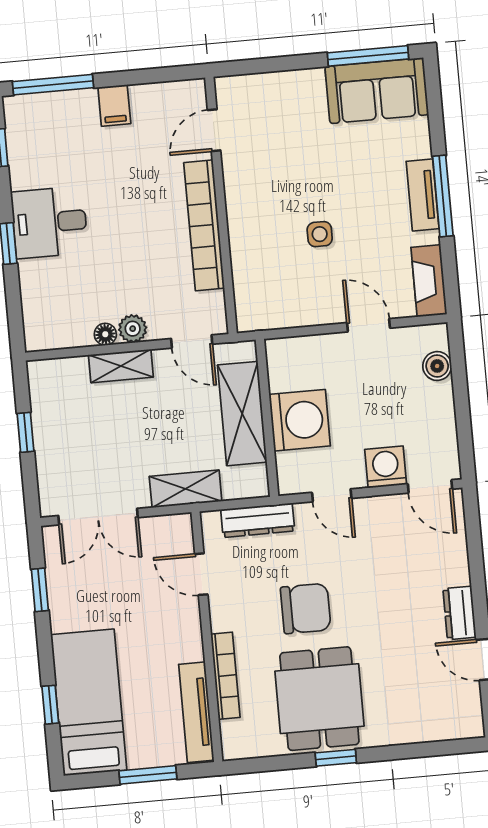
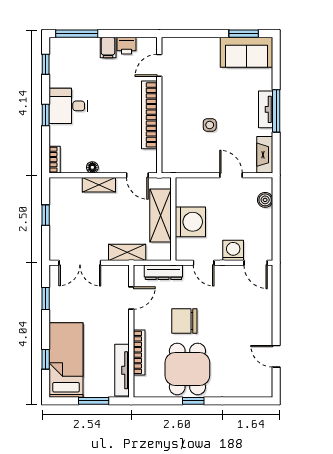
window: (368, 56) -> (244, 34), width x0.69
printer: (149, 99) -> (127, 46), added
bookcase: (33, 326) -> (55, 160), added
plant: (133, 329) -> (107, 166), removed
door: (201, 574) -> (131, 298), swing flipped
chair: (306, 609) -> (184, 321), turned 180
dresser: (460, 613) -> (265, 331), removed

